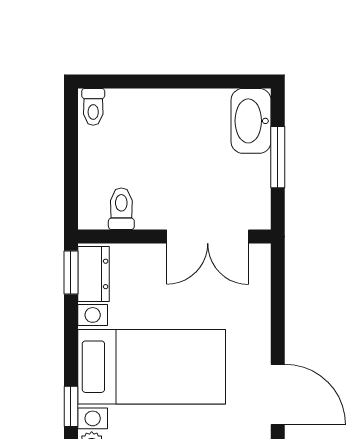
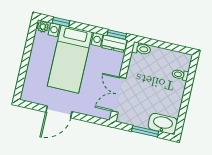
toilet: (93, 107) -> (180, 75), moved
toilet: (121, 209) -> (141, 49), moved
door: (278, 394) -> (59, 112), moved

